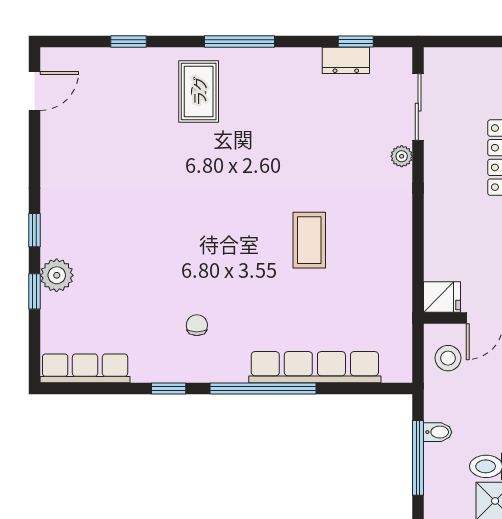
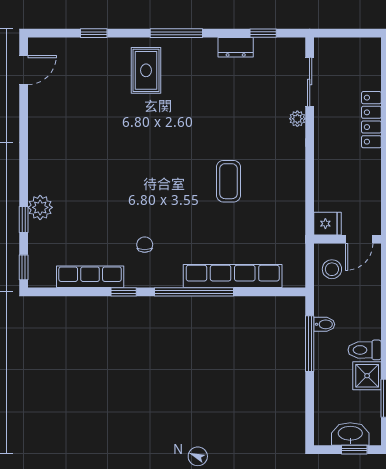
dresser: (346, 60) -> (236, 47), moved
window: (35, 230) -> (24, 267), moved
row of seats: (85, 368) -> (90, 277), moved

